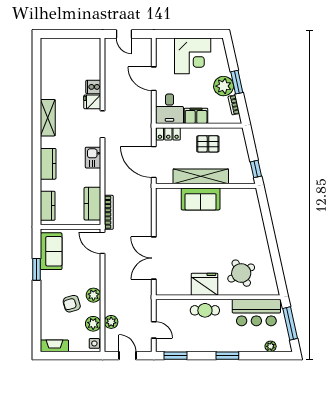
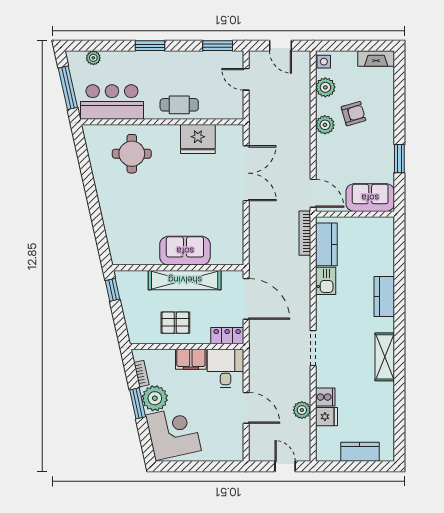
corner desk: (193, 56) -> (173, 433), moved, turned 78
fridge: (92, 102) -> (327, 417), moved
kitchen sink: (93, 158) -> (326, 281), moved
kitchen counter: (48, 206) -> (360, 452), moved, turned 90
sofa: (51, 251) -> (370, 198), moved, turned 90
round table: (241, 273) -> (132, 154), turned 30
fridge: (204, 284) -> (198, 139), moved
plant: (111, 322) -> (302, 410), moved

